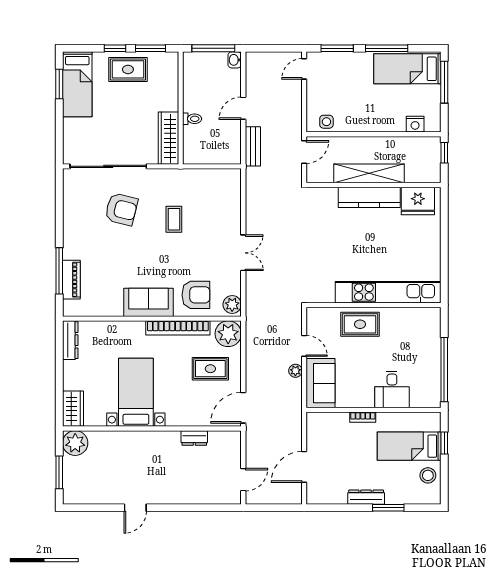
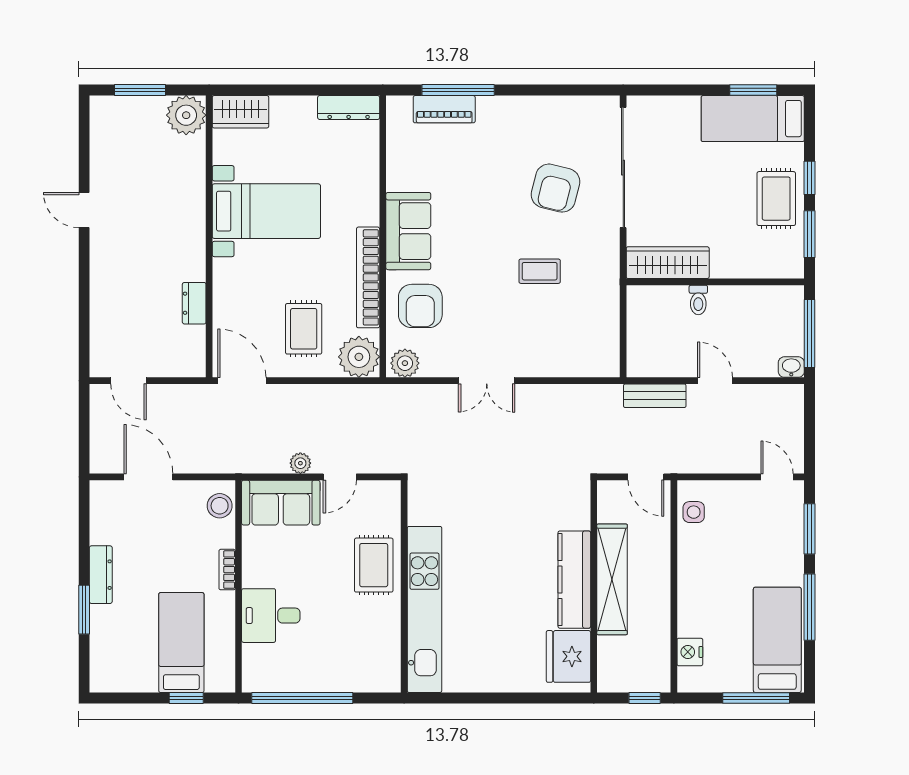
stool: (428, 475) -> (220, 506), moved

